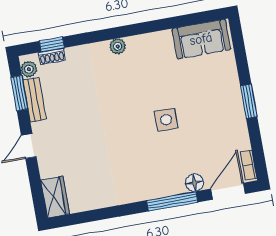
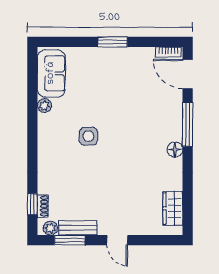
plant: (118, 46) -> (44, 106), moved
side table: (166, 120) -> (88, 136), moved
floor lamp: (195, 183) -> (175, 150), moved
wardrobe: (55, 197) -> (173, 208), moved, turned -90

